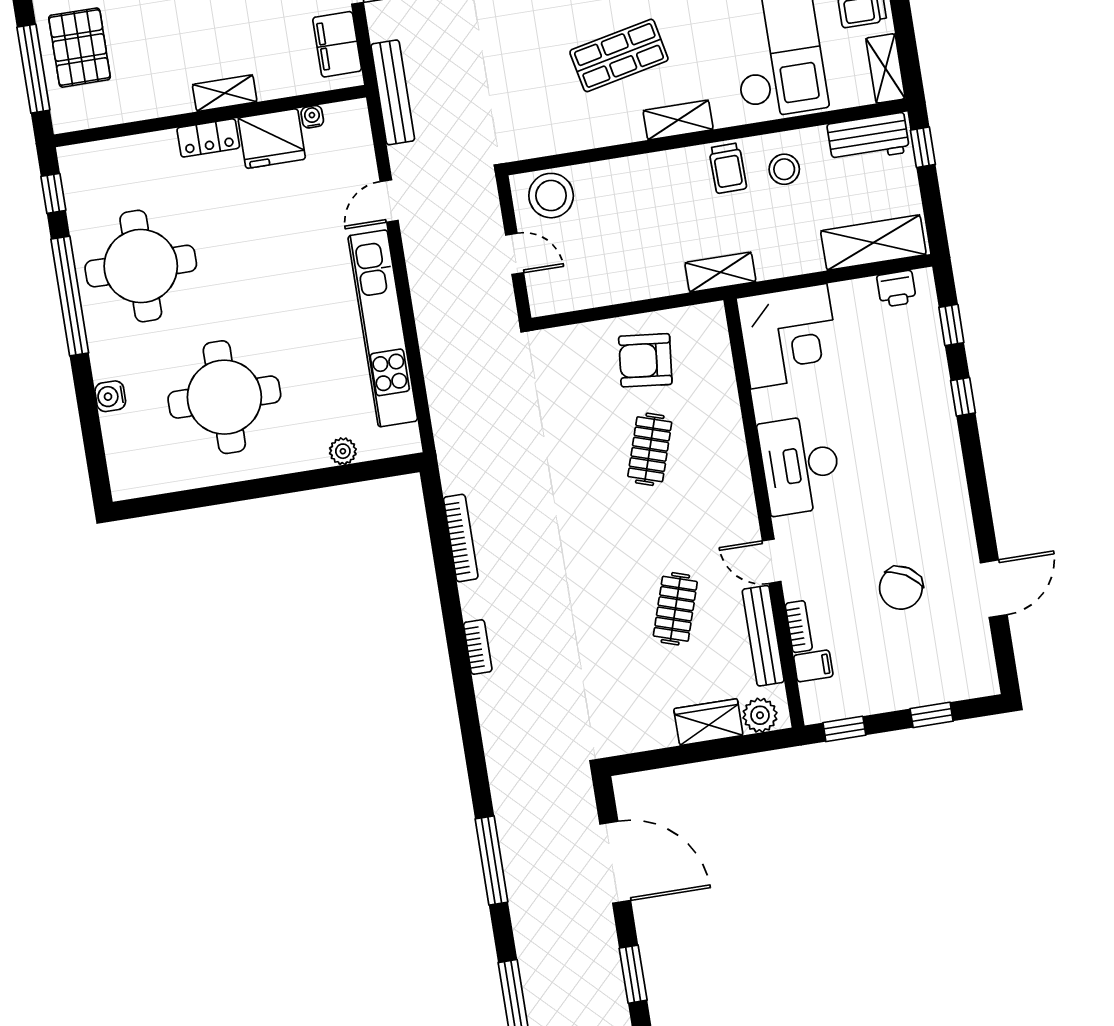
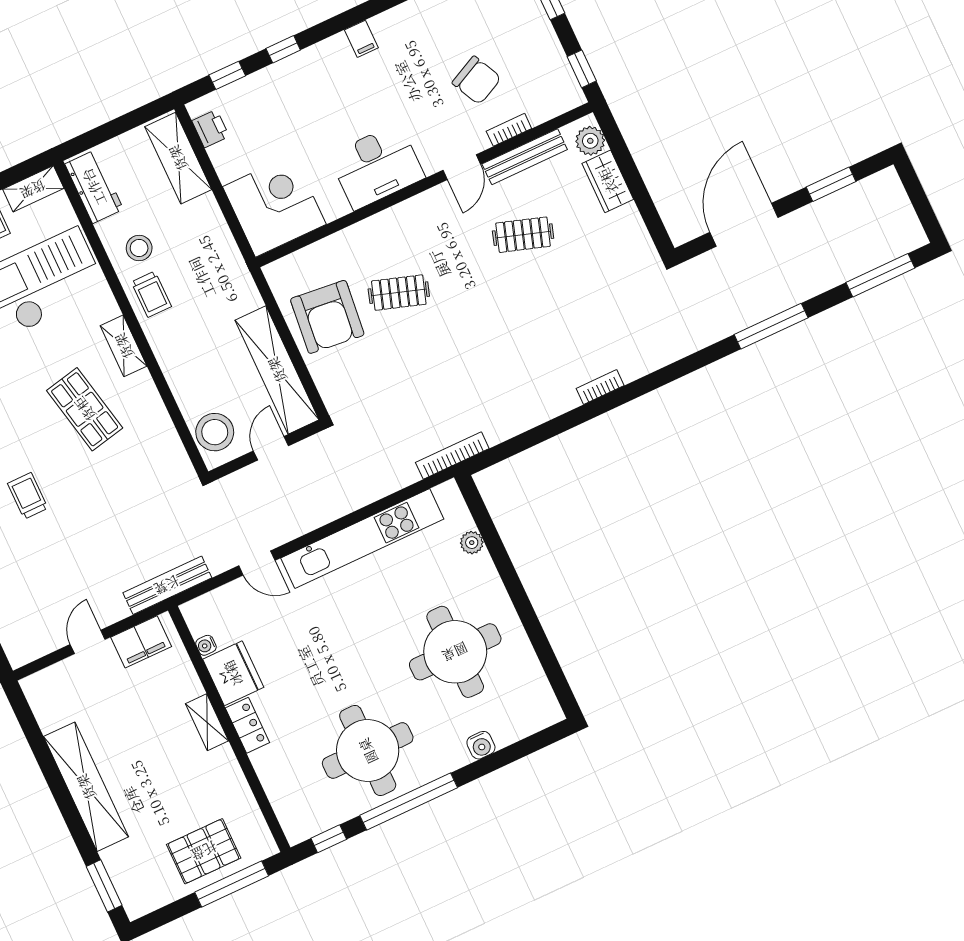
window: (923, 147) -> (89, 140), removed
trolley: (728, 168) -> (151, 294), turned 91
shelving: (720, 272) -> (277, 370), moved, width x2.20, depth x1.33
armchair: (645, 360) -> (327, 317), width x1.36, depth x1.36
bookcase: (461, 538) -> (452, 456), moved
chair: (901, 588) -> (477, 80), moved, turned 33
filing cabinet: (813, 666) -> (361, 39), moved, turned 180

